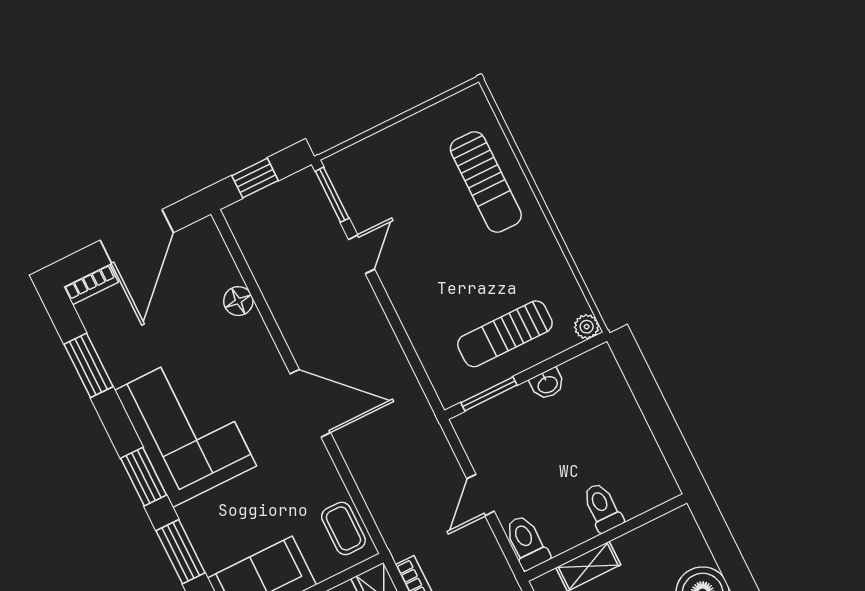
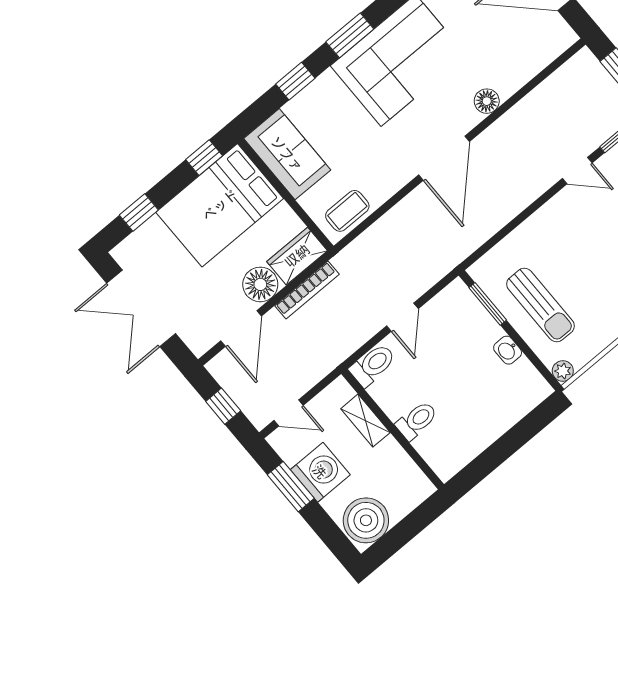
floor lamp: (238, 301) -> (487, 101), moved
sun lounger: (505, 334) -> (540, 305), turned 180
door: (481, 495) -> (402, 317), swing flipped
window: (181, 552) -> (295, 81), width x0.67

